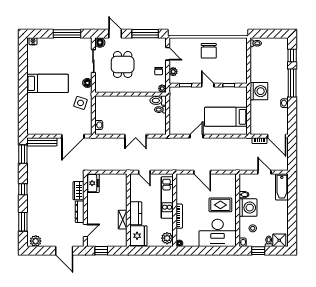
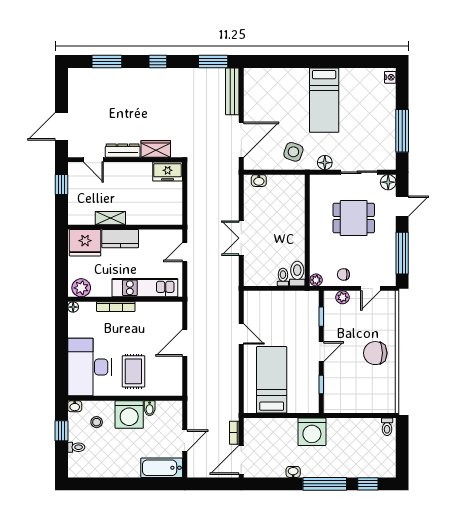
door: (73, 136) -> (241, 140), swing flipped
shower: (279, 240) -> (78, 464), removed
plant: (36, 241) -> (77, 81), removed

